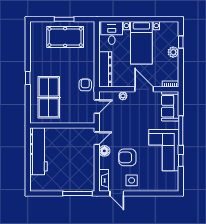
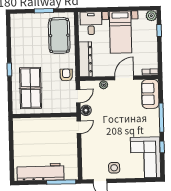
pool table: (65, 37) -> (59, 35), moved, turned 90
plant: (173, 52) -> (151, 16), moved
door: (144, 89) -> (124, 78), hinge flipped
corner sofa: (164, 150) -> (146, 157), moved
workbench: (38, 151) -> (40, 172), moved, turned -90
floor lamp: (104, 151) -> (86, 110), moved
armchair: (127, 157) -> (109, 145), removed
fireplace: (104, 180) -> (87, 169), removed

